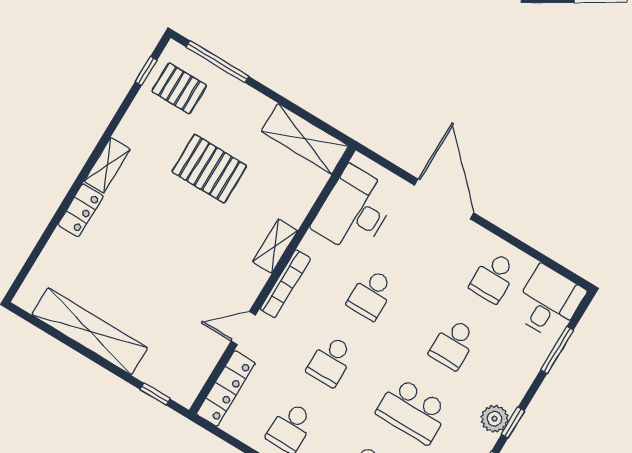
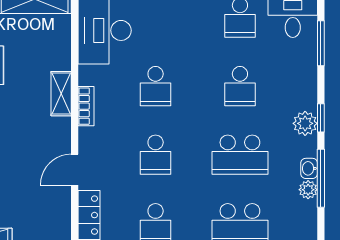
bookcase: (285, 284) -> (86, 106), width x0.64

